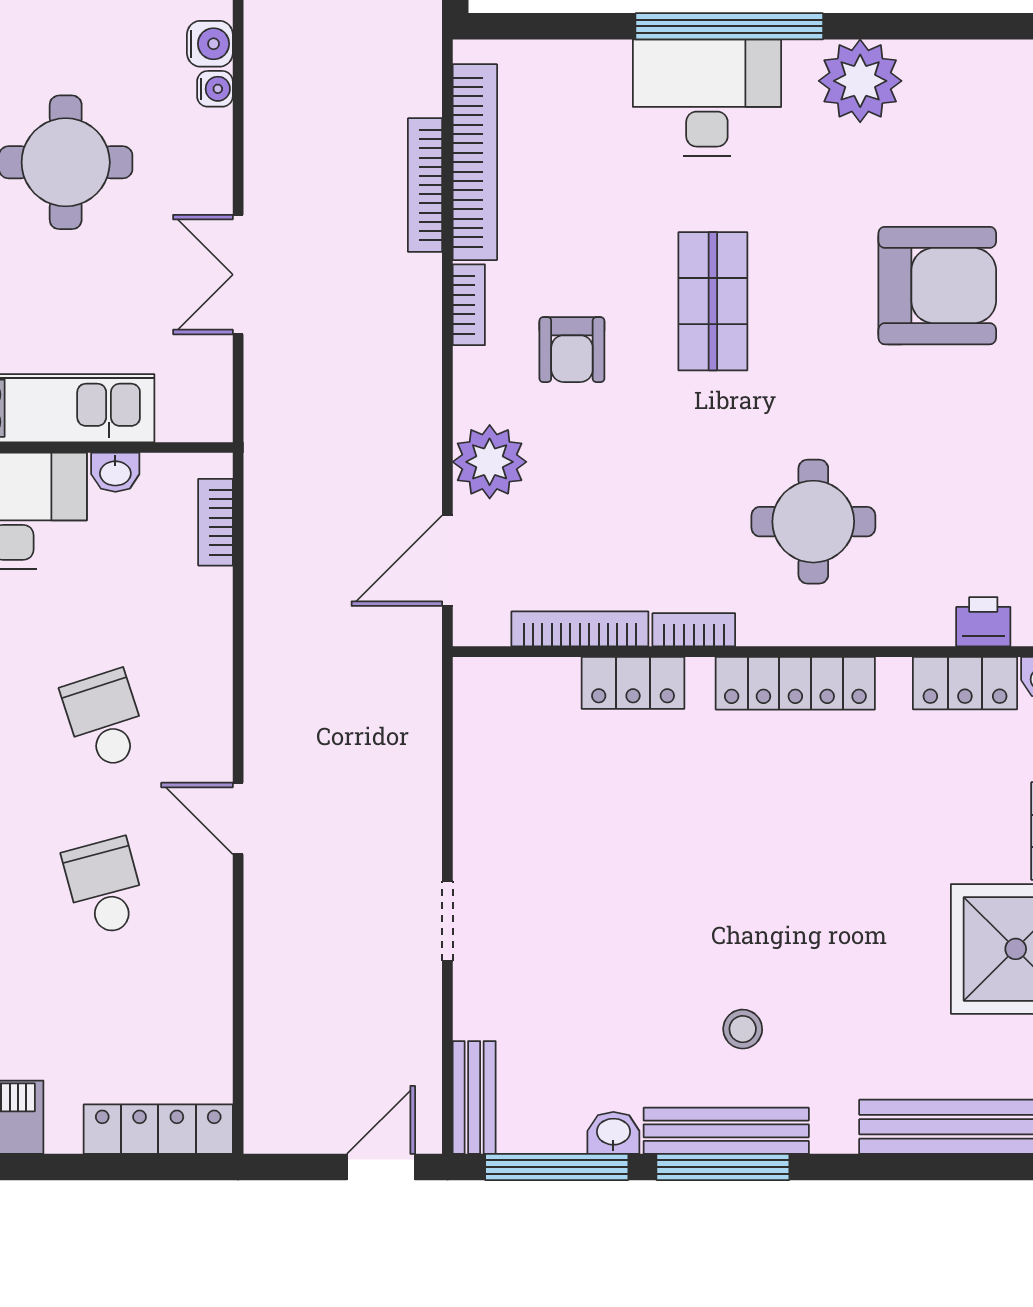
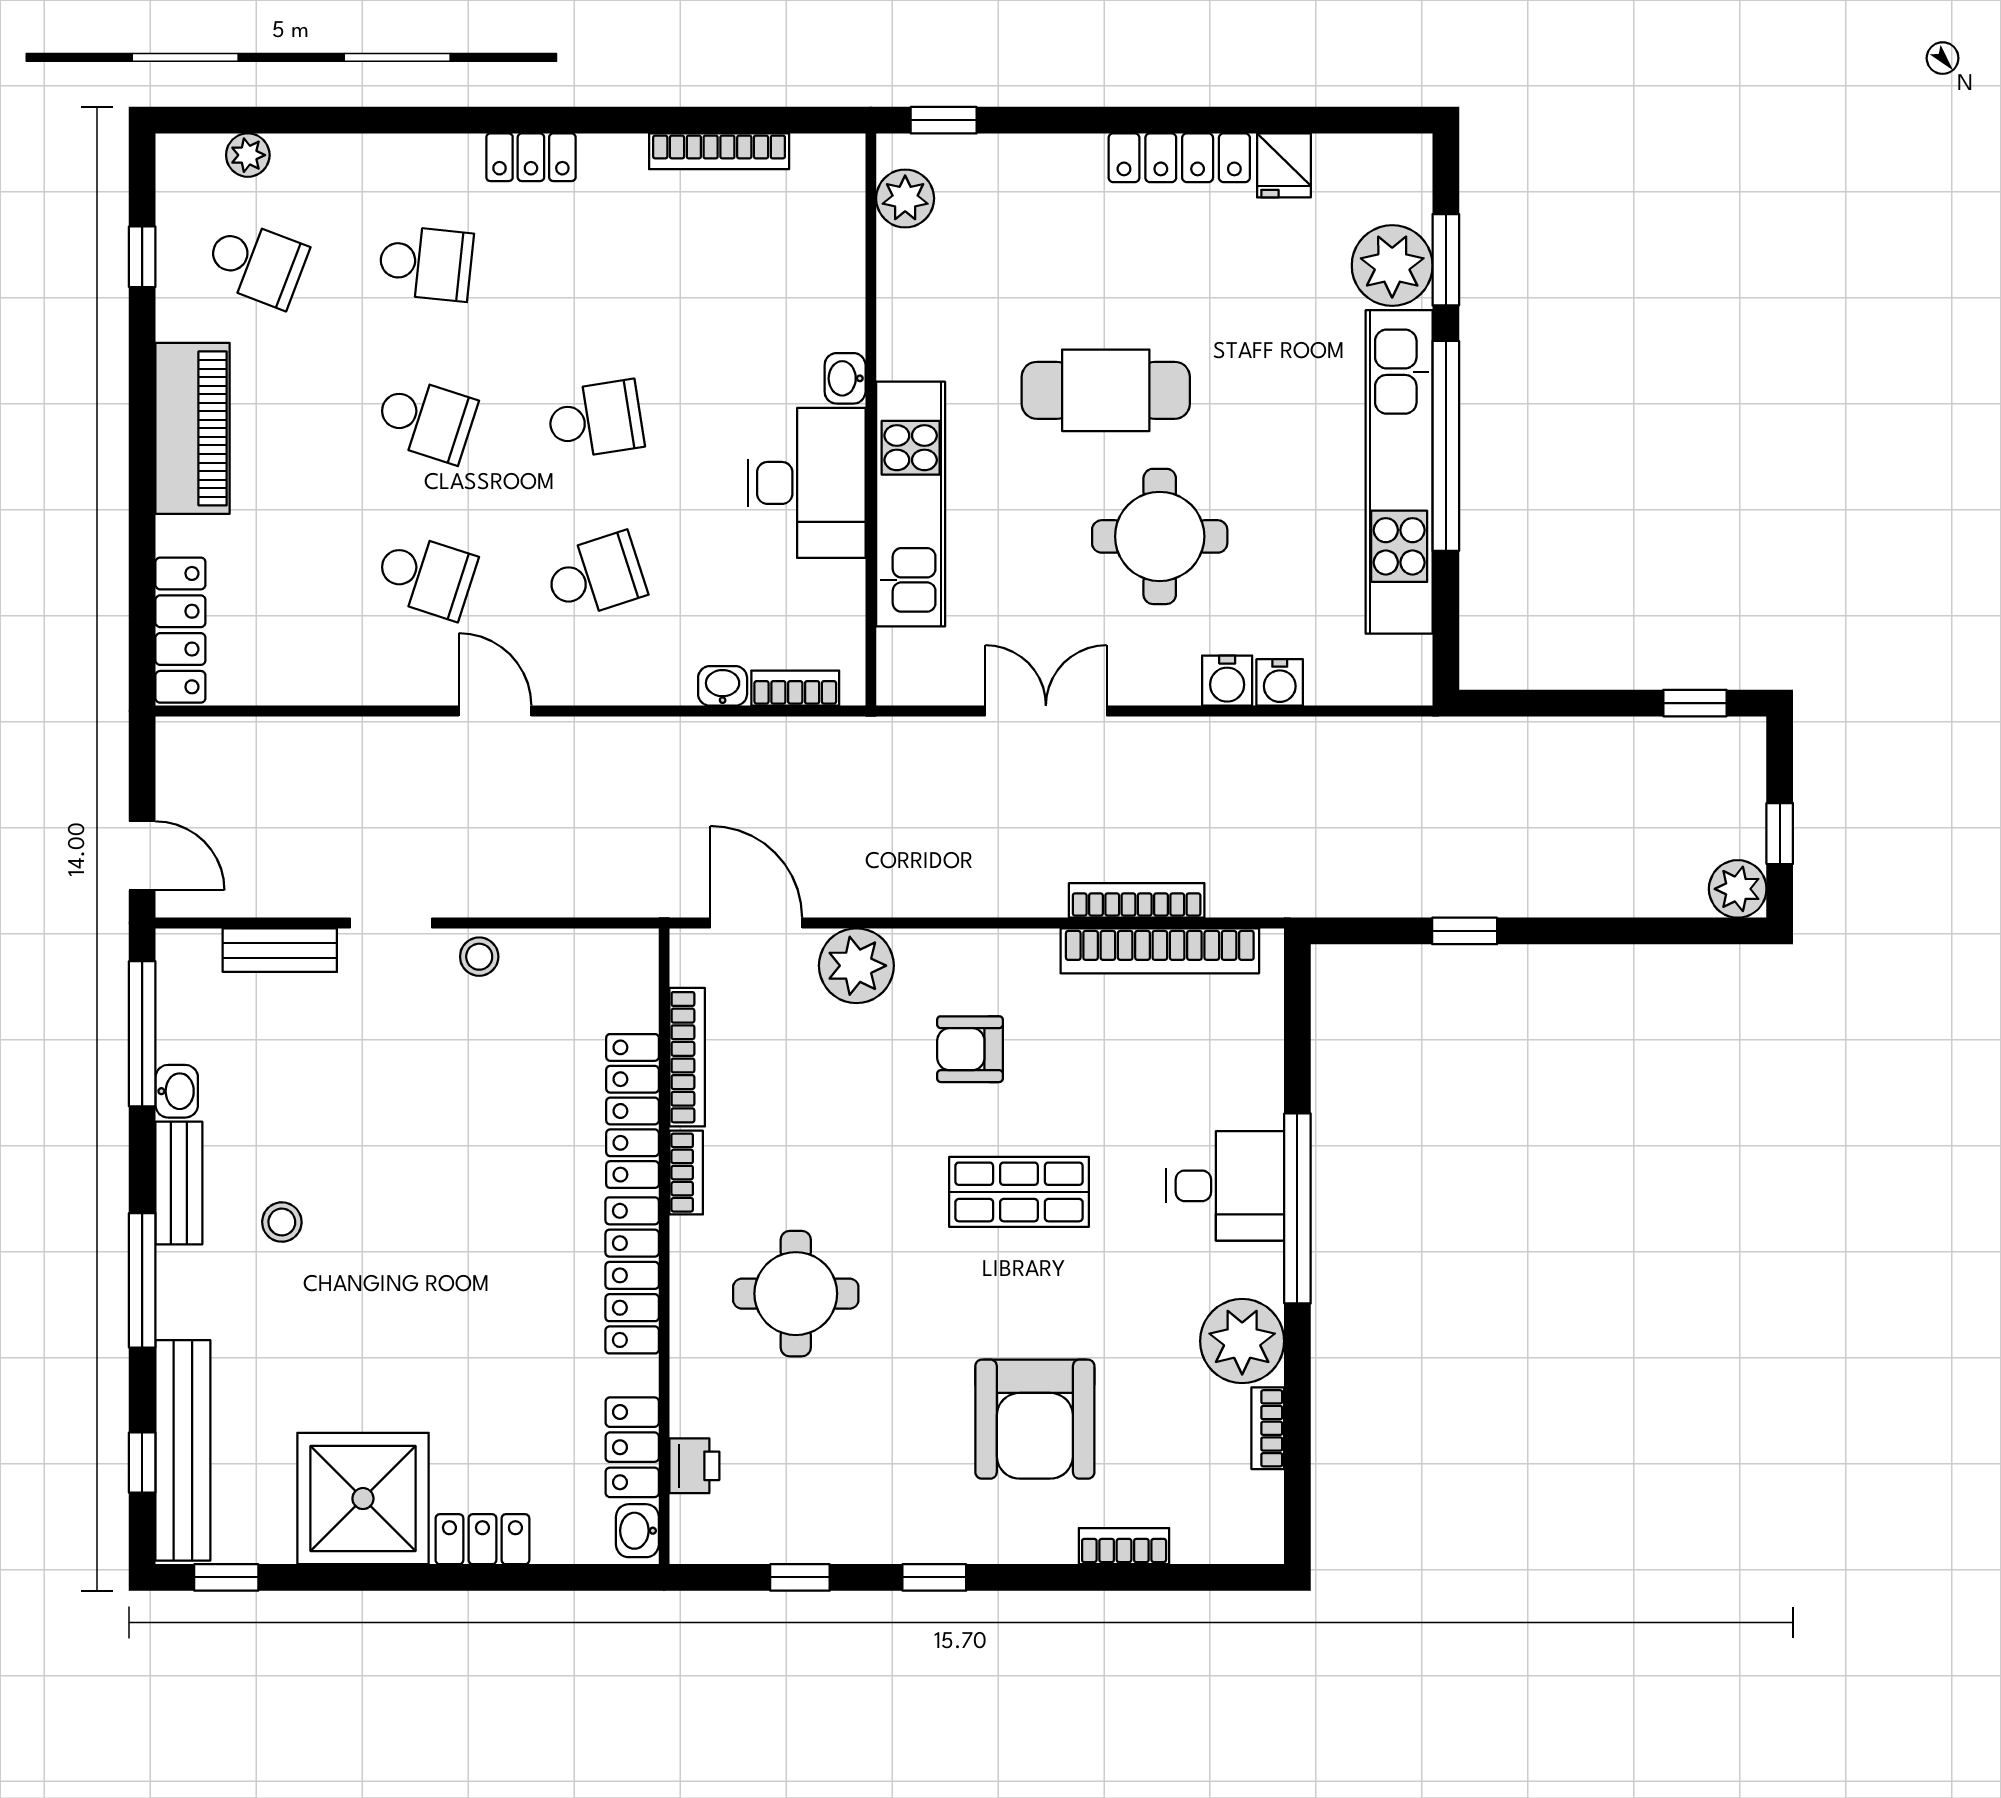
water cooler: (215, 89) -> (1227, 681), width x1.38, depth x1.38
desk: (707, 98) -> (1225, 1186), width x0.73
bookcase: (469, 305) -> (1268, 1428), moved, turned 90
washbasin: (115, 472) -> (723, 686), moved, turned 90
locker: (633, 683) -> (633, 1111), width x1.53
door: (238, 819) -> (495, 711), hinge flipped
stool: (481, 834) -> (479, 957), added
school desk: (105, 887) -> (426, 576), turned 33
bench: (474, 1098) -> (280, 950), moved
bench: (726, 1131) -> (179, 1183), width x0.73
window: (723, 1167) -> (142, 1280), moved
window: (980, 1167) -> (142, 1463), added

